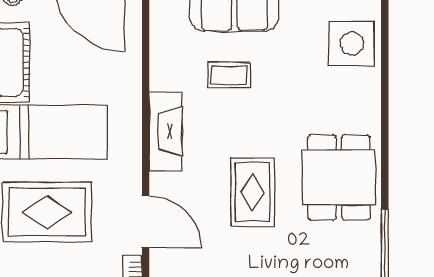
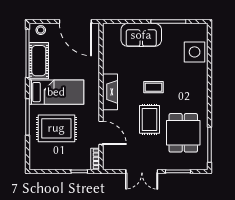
coffee table: (229, 75) -> (153, 87), moved
dining table: (339, 177) -> (183, 133), moved

